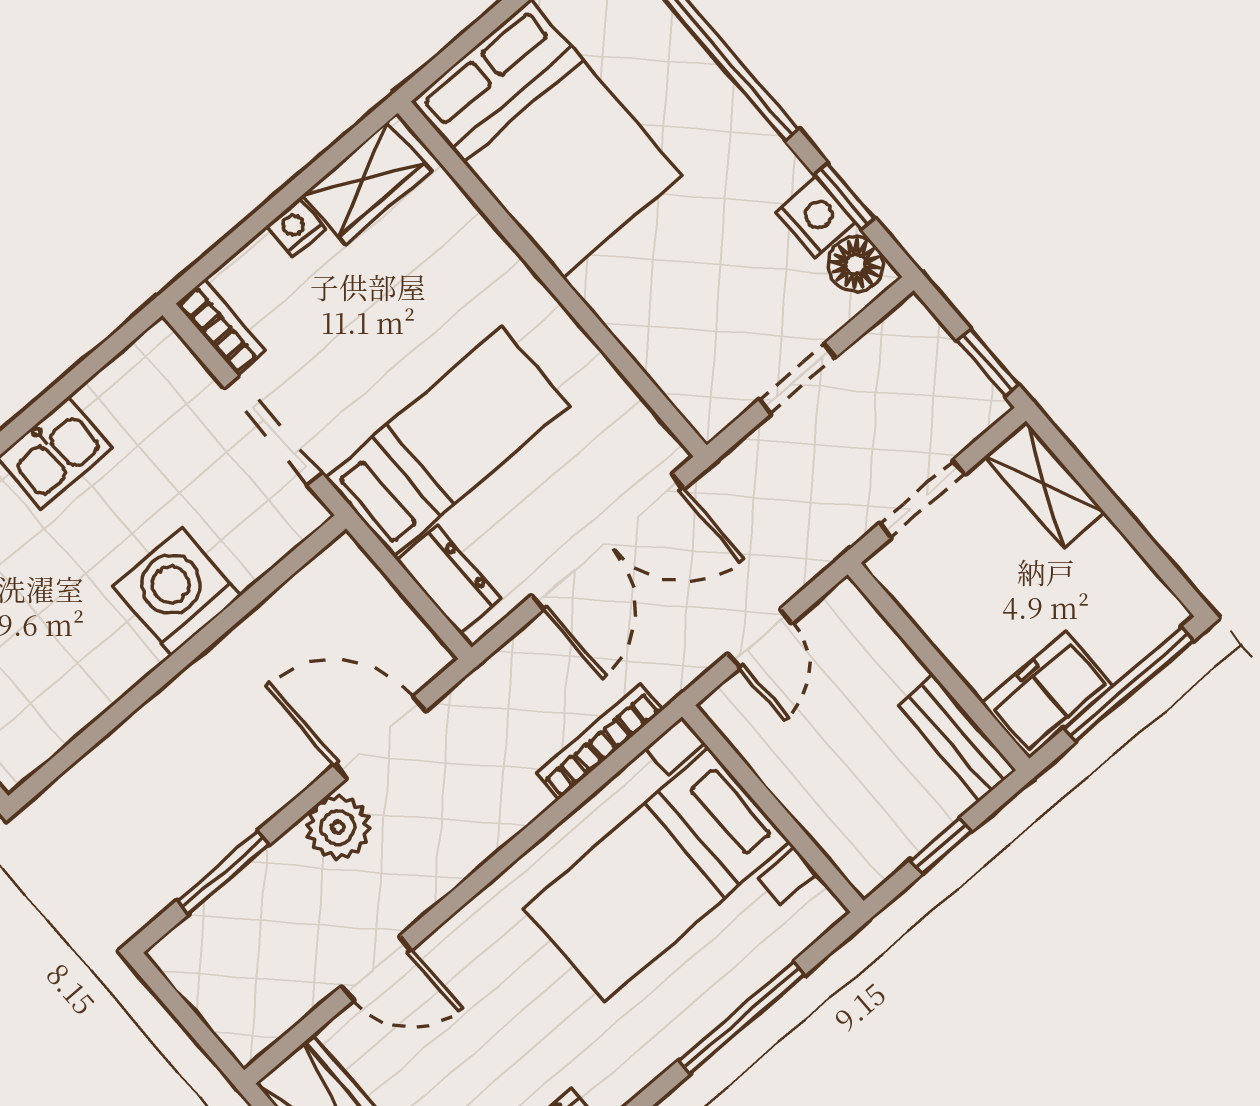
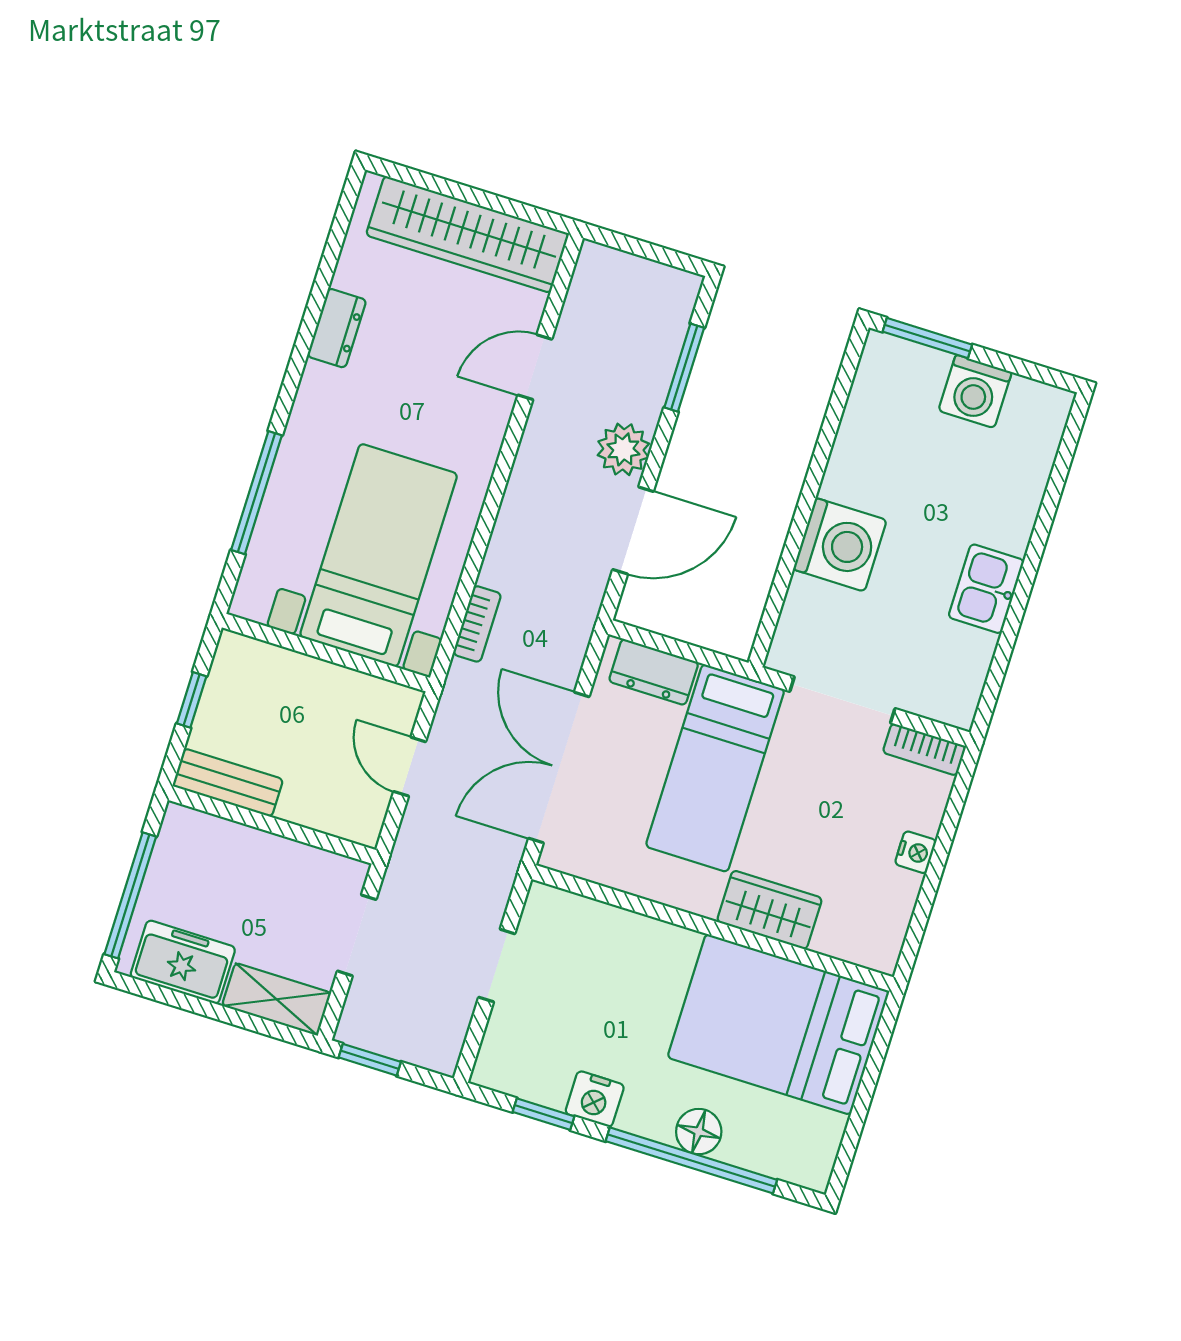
wardrobe: (367, 183) -> (769, 910), moved, turned 90
nightstand: (815, 217) -> (595, 1099), moved
floor lamp: (856, 264) -> (699, 1132), moved
freezer: (1048, 695) -> (183, 962), moved, turned -90
bookcase: (600, 742) -> (477, 624), width x0.64

